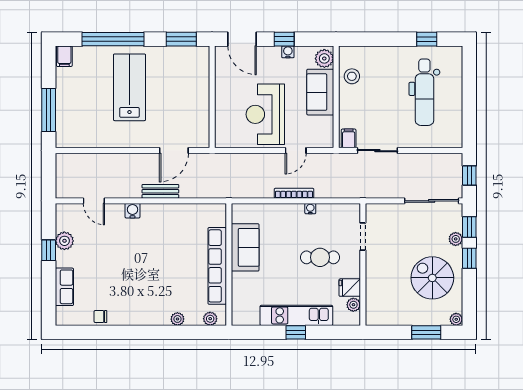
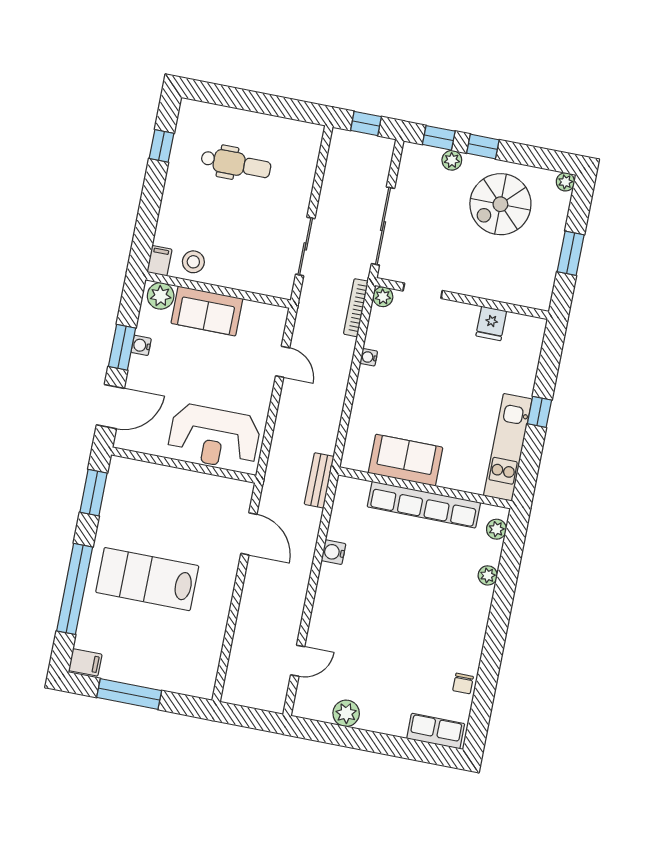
window: (284, 39) -> (122, 347), width x1.50
dental chair: (424, 92) -> (236, 164), width x0.73, depth x0.72
window: (49, 110) -> (129, 694), moved
reception desk: (265, 114) -> (214, 437), moved
filing cabinet: (349, 138) -> (159, 261), moved, turned 90
bench: (160, 191) -> (319, 480), moved
bookcase: (294, 193) -> (356, 308), moved
sliding door: (432, 201) -> (383, 226), moved
water cooler: (133, 211) -> (334, 552), moved
window: (49, 250) -> (355, 738), removed
cafe table: (320, 257) -> (440, 357), removed
row of seats: (64, 287) -> (436, 731), moved
plant: (353, 305) -> (383, 297), moved
kitchen unit: (296, 315) -> (508, 447), moved
window: (426, 332) -> (571, 253), moved

